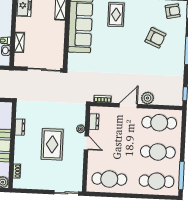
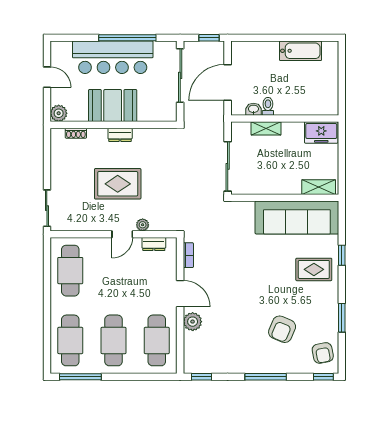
dresser: (20, 127) -> (120, 135), moved

